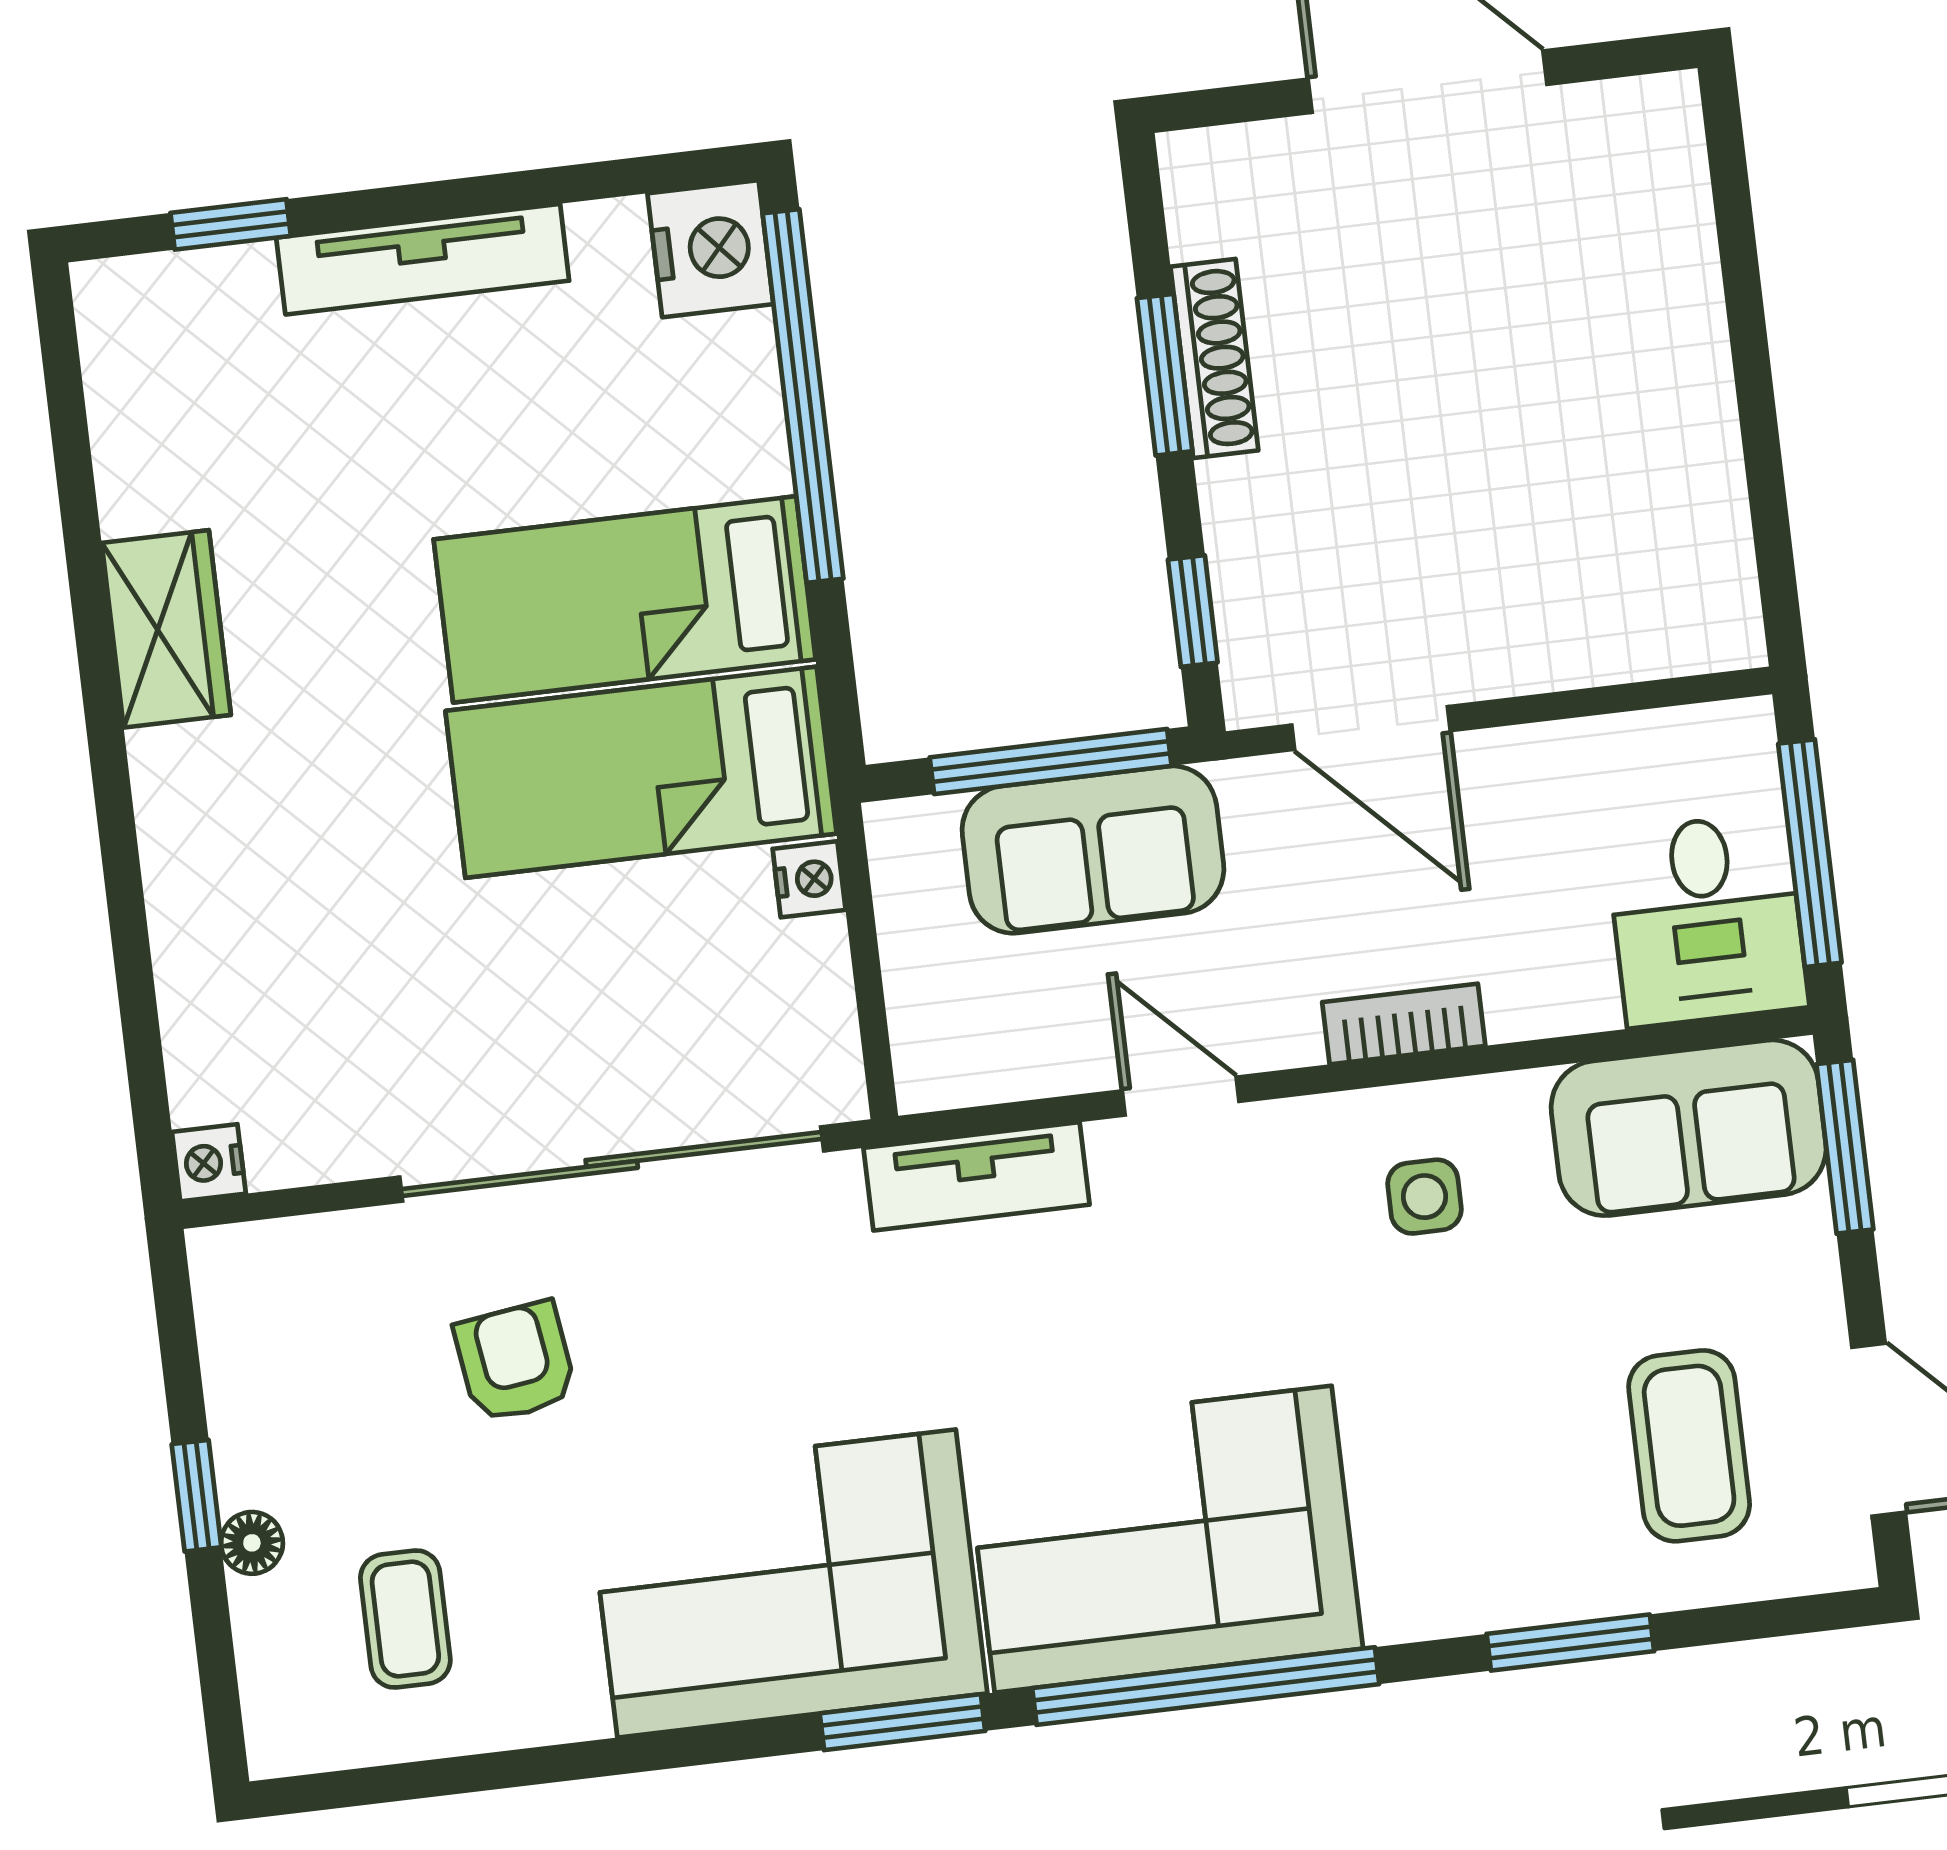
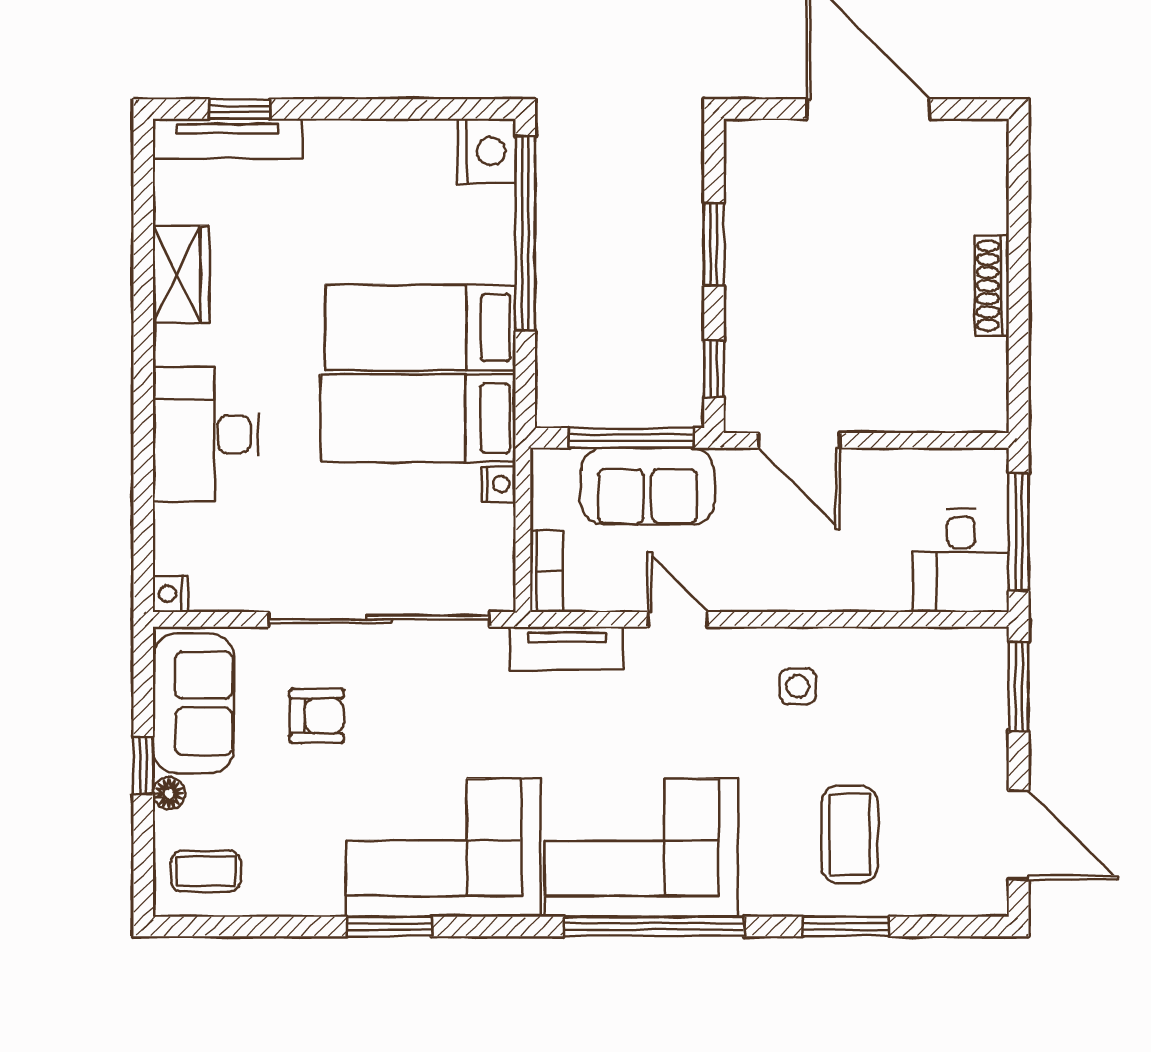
tv unit: (423, 259) -> (228, 139), moved
shoe rack: (1214, 359) -> (992, 286), moved, turned 180
wardrobe: (166, 629) -> (181, 274), moved
desk: (241, 851) -> (206, 434), added
bookcase: (1404, 1024) -> (546, 571), moved, turned 90
sofa: (1689, 1128) -> (193, 703), moved, turned -90
armchair: (515, 1362) -> (317, 716), turned 98
coffee table: (1689, 1446) -> (850, 834), moved
coffee table: (405, 1619) -> (206, 871), moved, turned 90
window: (902, 1722) -> (389, 926), moved

